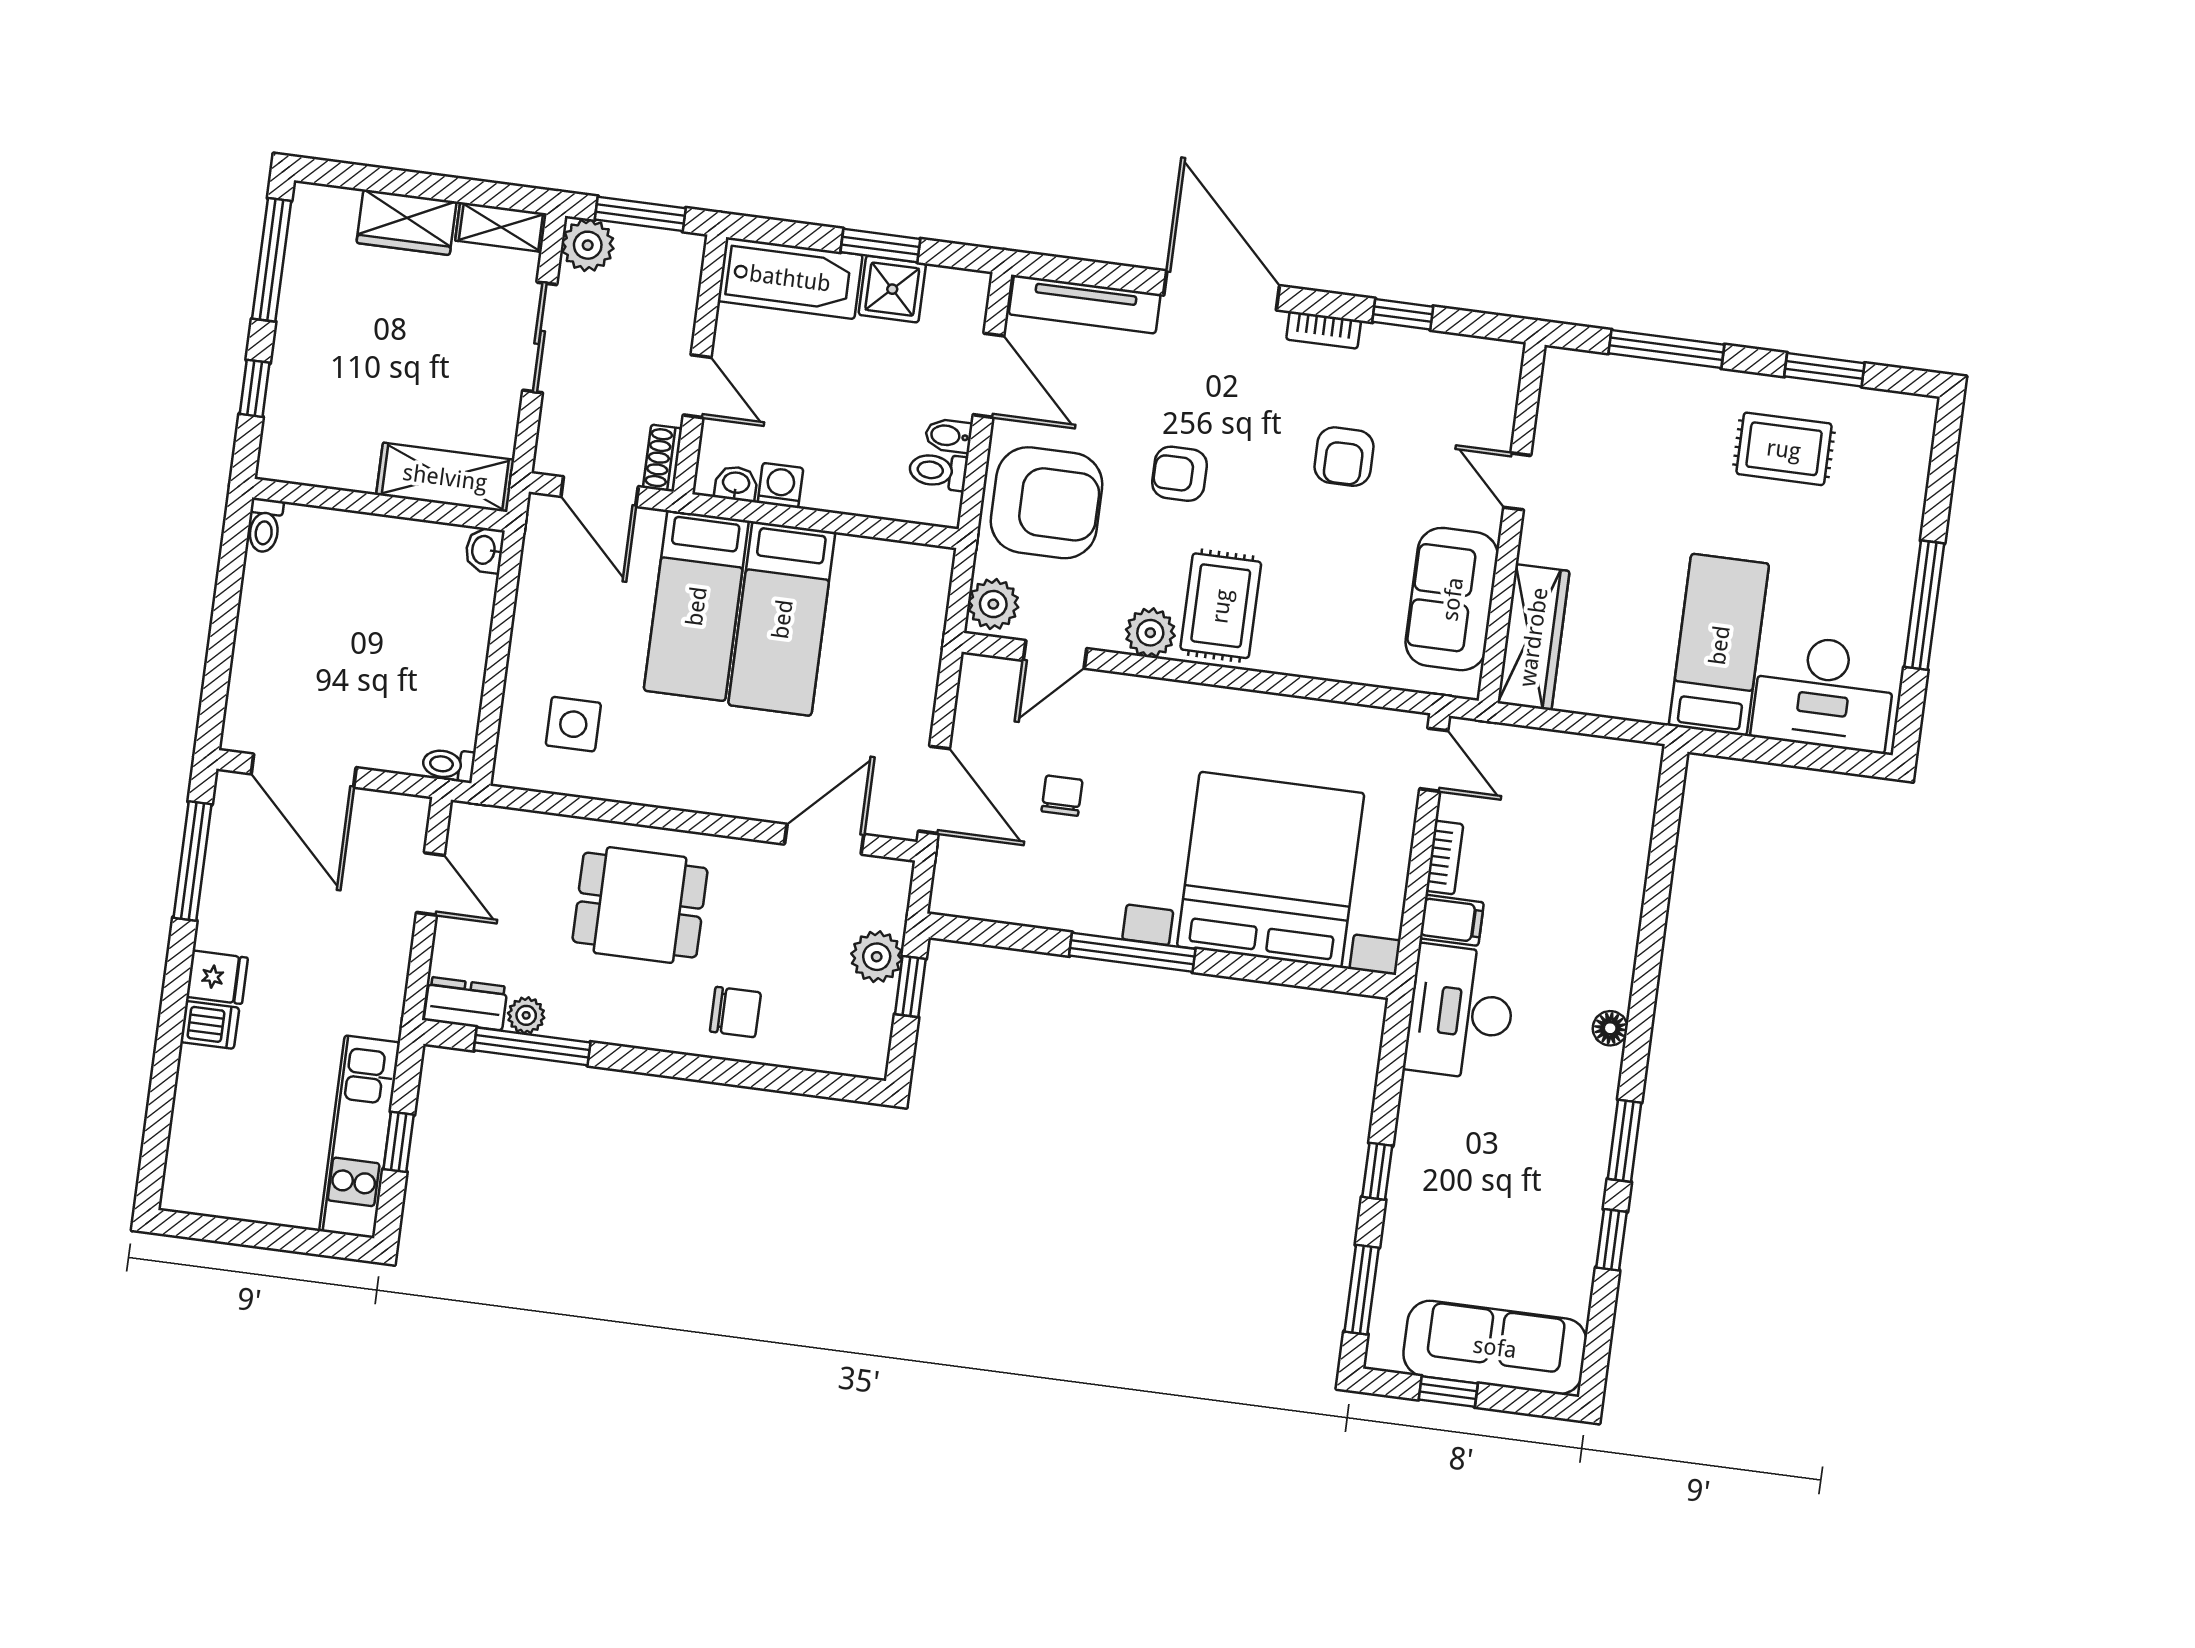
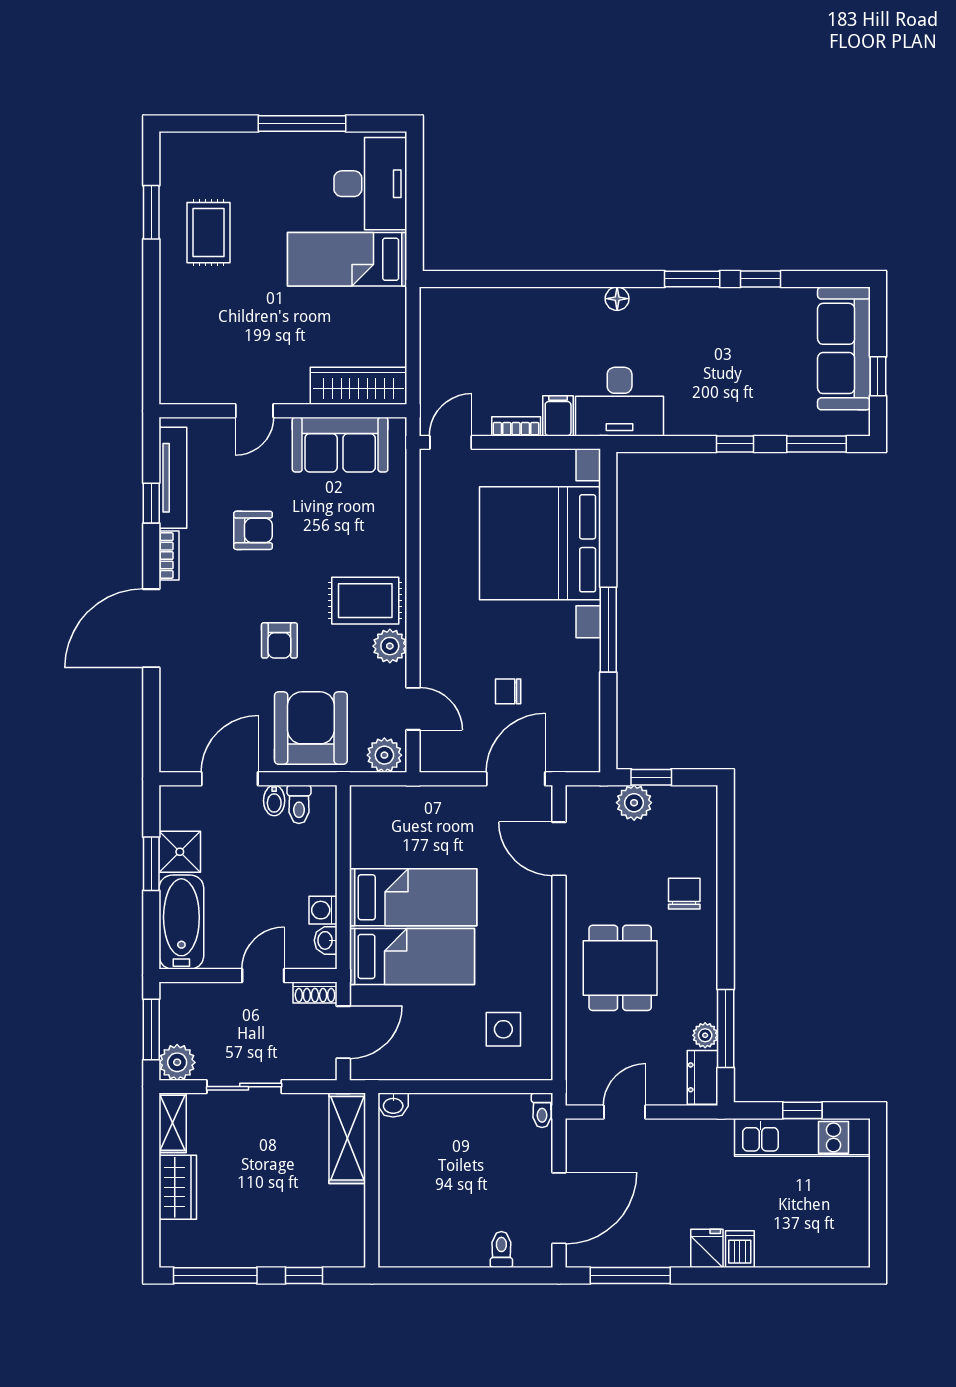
tv unit: (1085, 304) -> (173, 478), moved
window: (1666, 349) -> (151, 321), removed
toilet: (265, 525) -> (501, 1249), moved, turned -90

